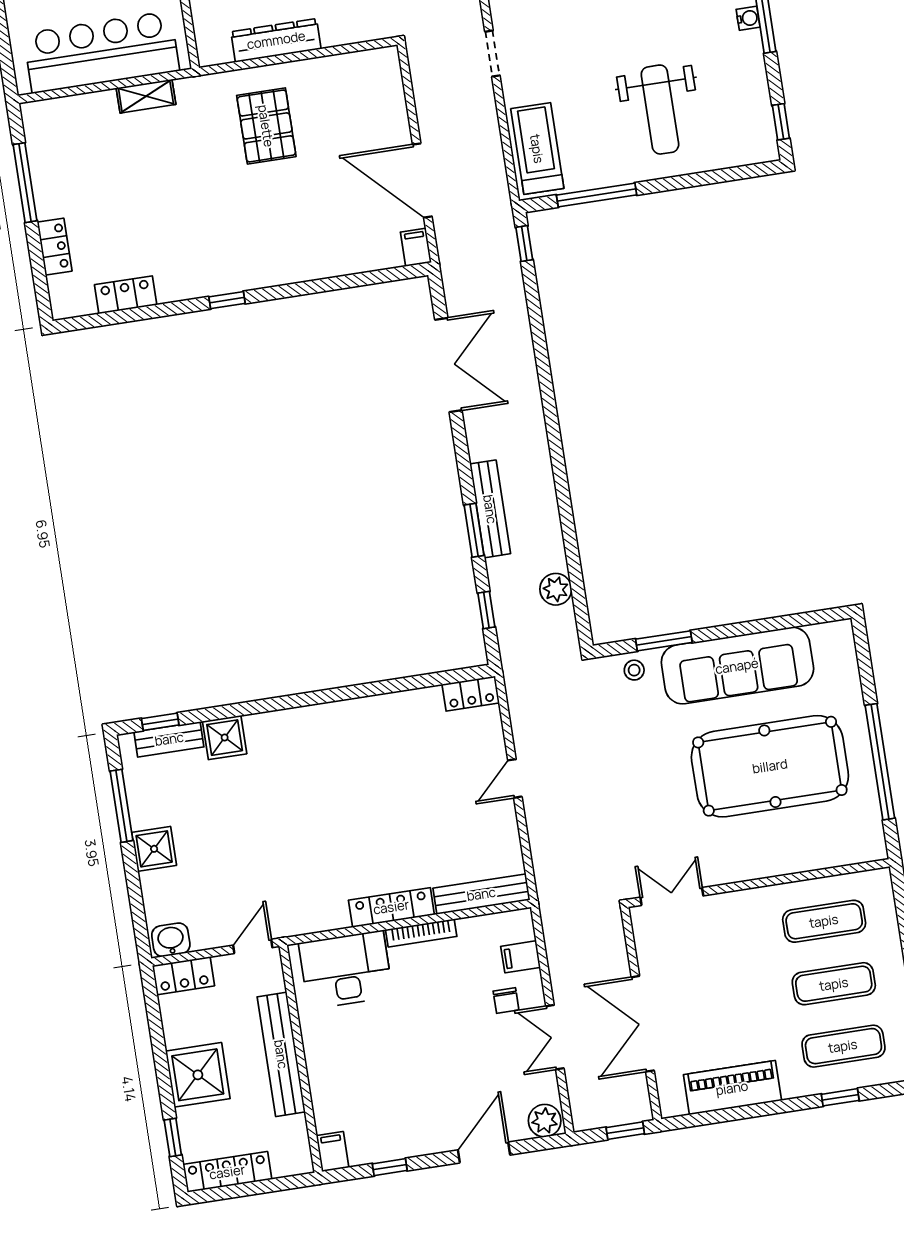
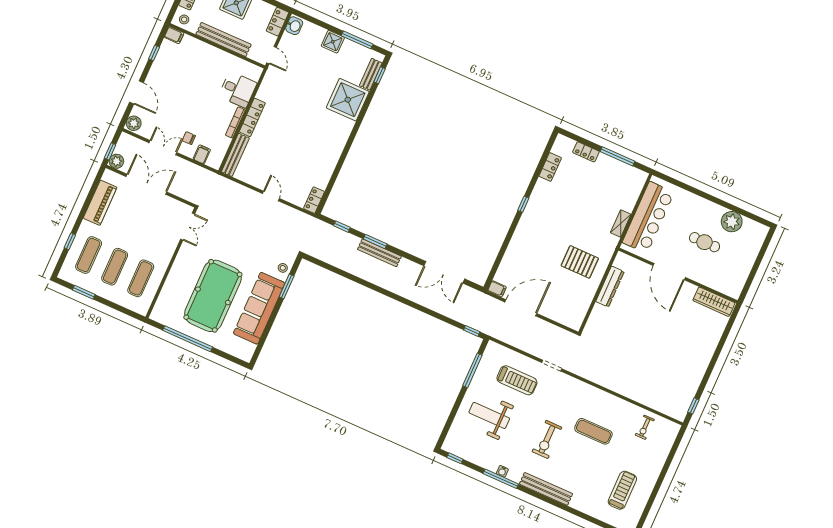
treadmill: (537, 149) -> (517, 380), moved
plant: (556, 589) -> (116, 161), moved
shower: (225, 738) -> (348, 100), width x1.86, depth x1.86
desk: (346, 970) -> (238, 90), width x0.73
stool: (291, 1152) -> (184, 19), added

